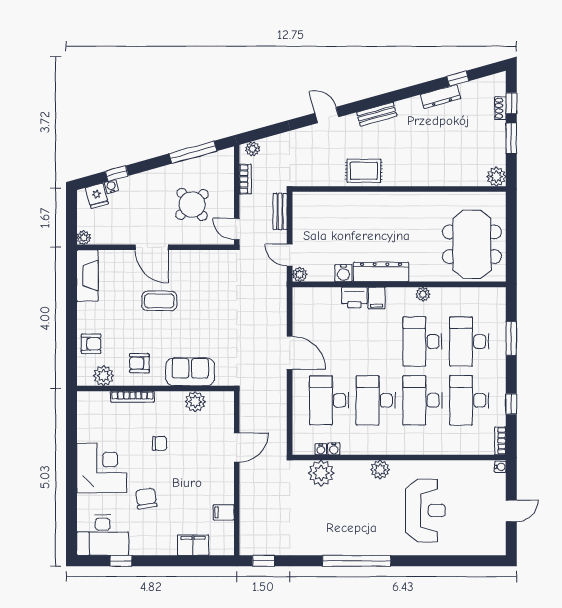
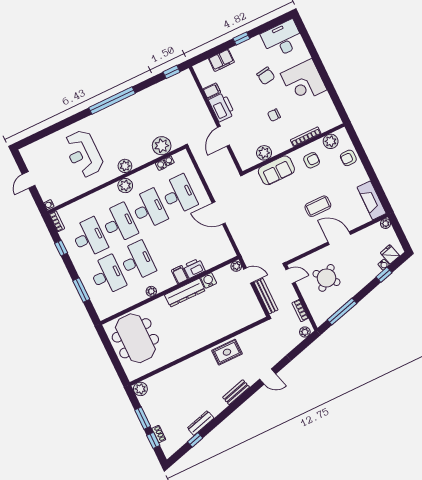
bench: (280, 211) -> (266, 296), width x1.36
plant: (392, 445) -> (125, 186), added
printer: (221, 485) -> (222, 107), added
window: (121, 561) -> (241, 39), moved

